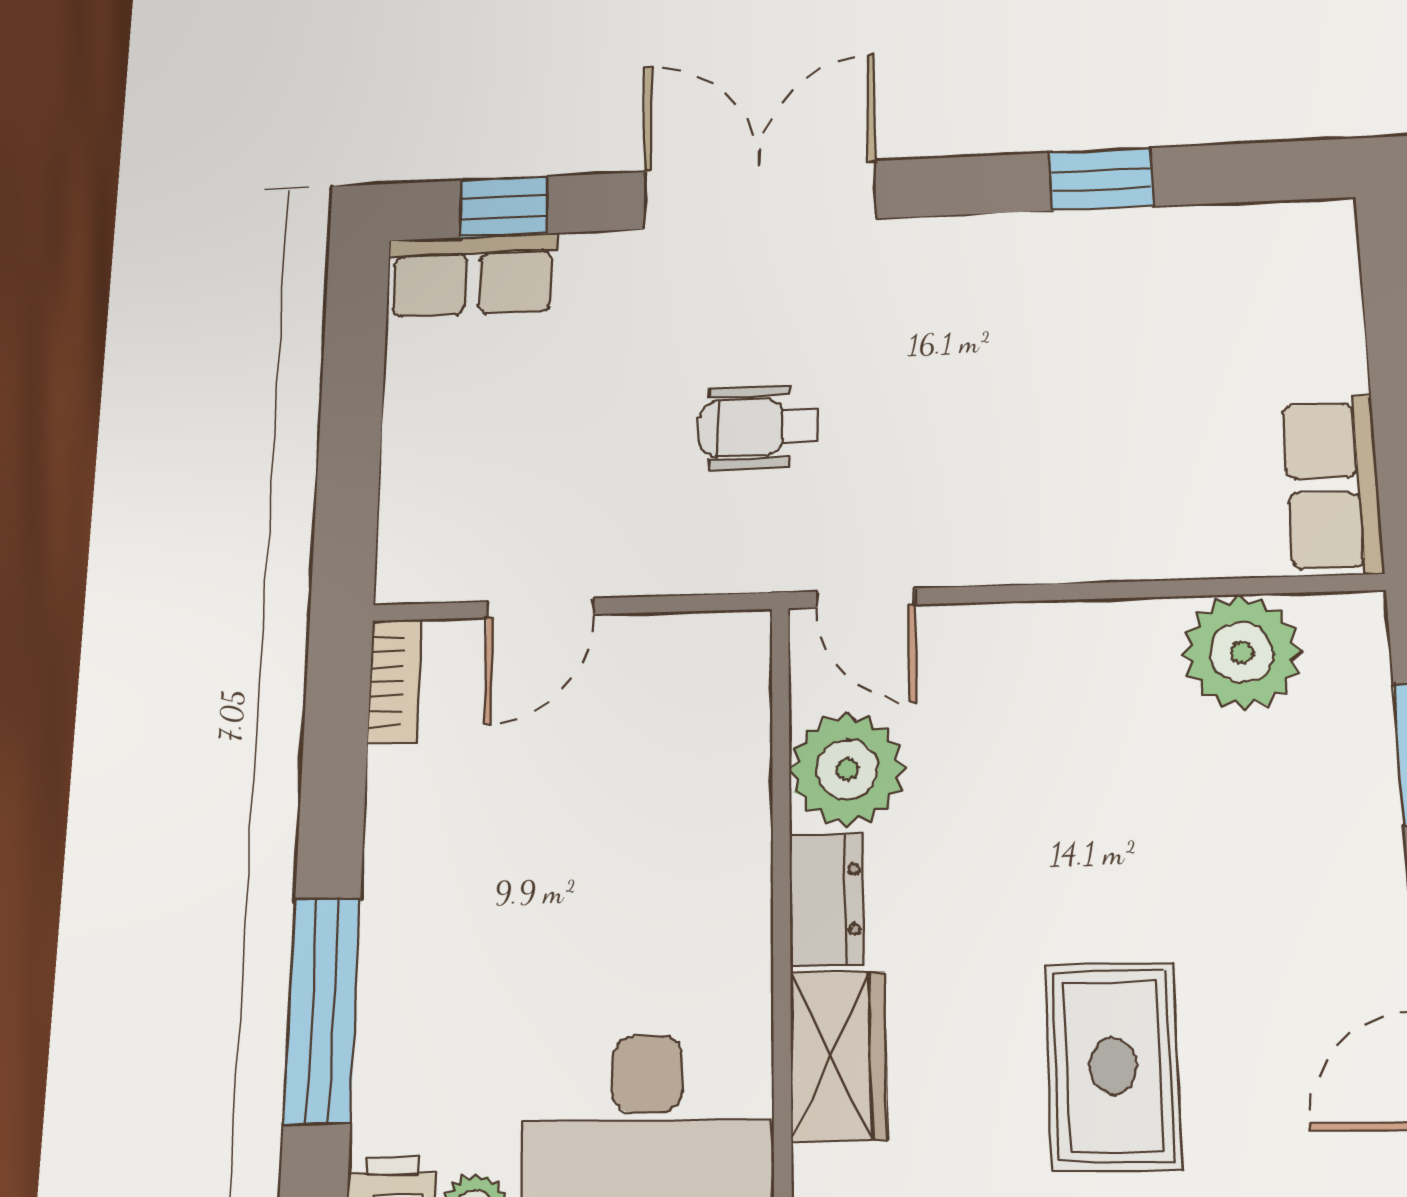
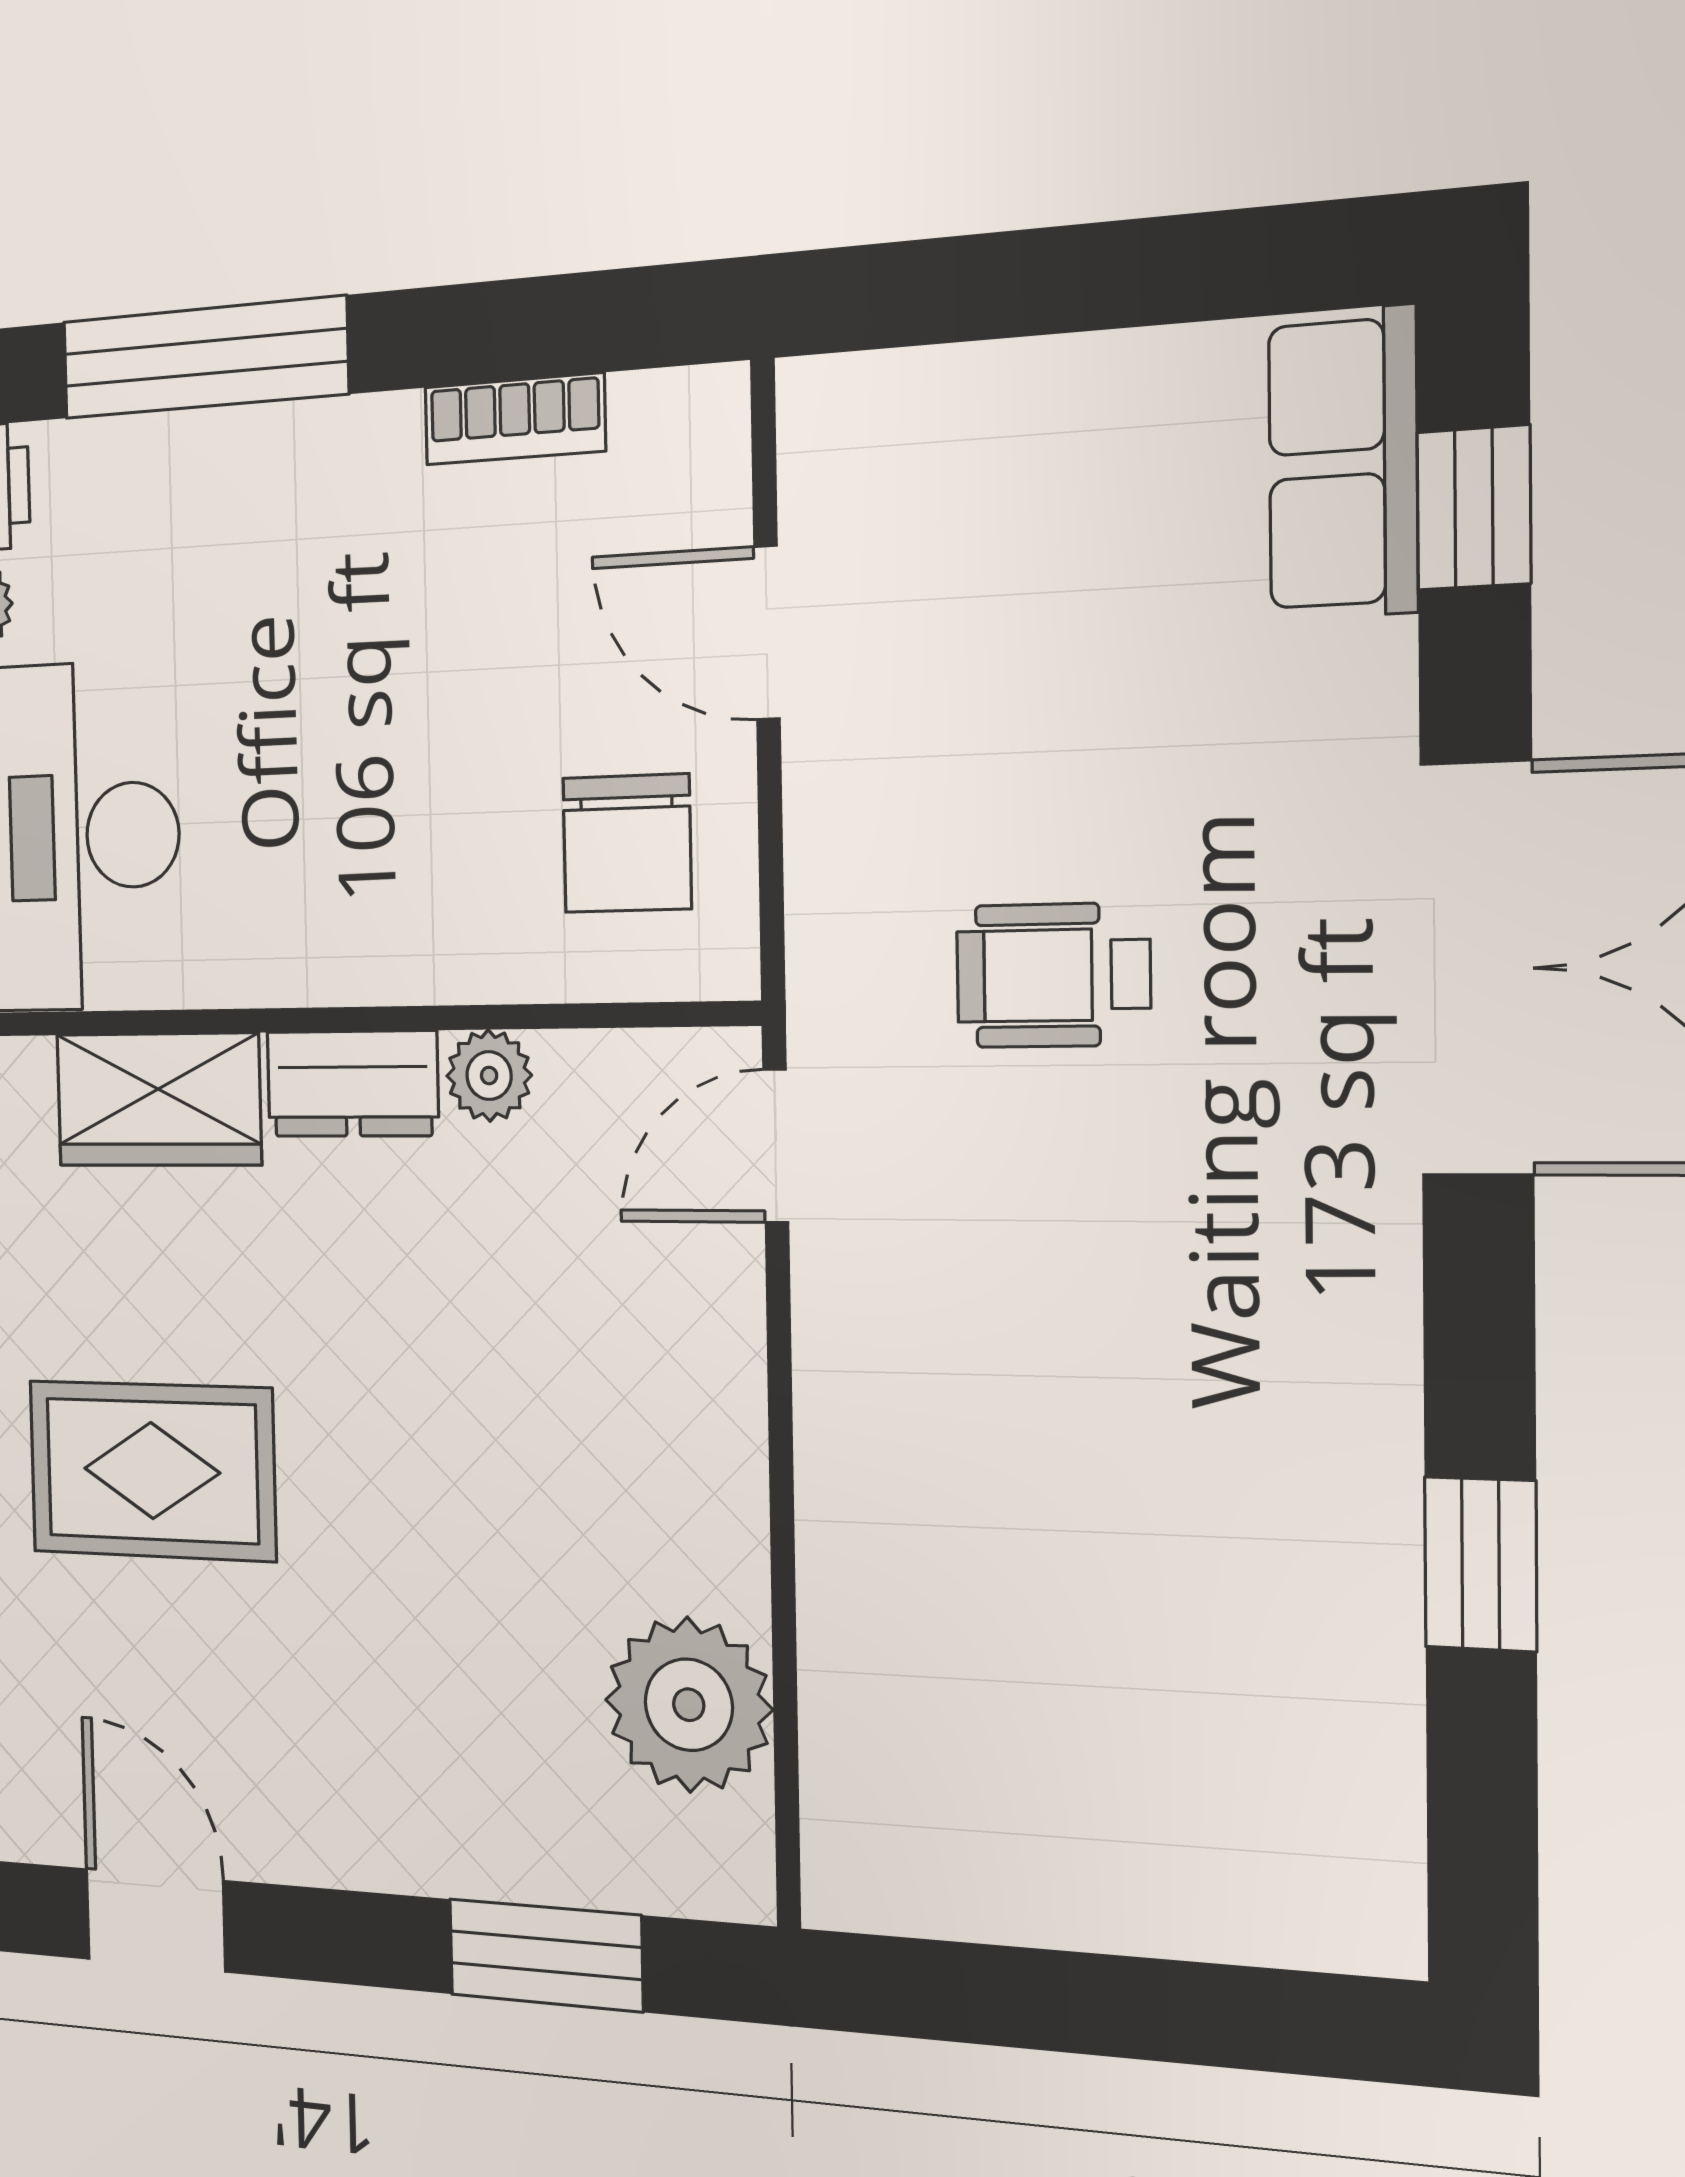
wheelchair: (759, 427) -> (1053, 975), turned -90
row of seats: (1333, 485) -> (937, 1872), removed
bookcase: (394, 681) -> (515, 419), moved
chair: (669, 700) -> (627, 843), added
plant: (847, 769) -> (489, 1076), width x0.53, depth x0.53

